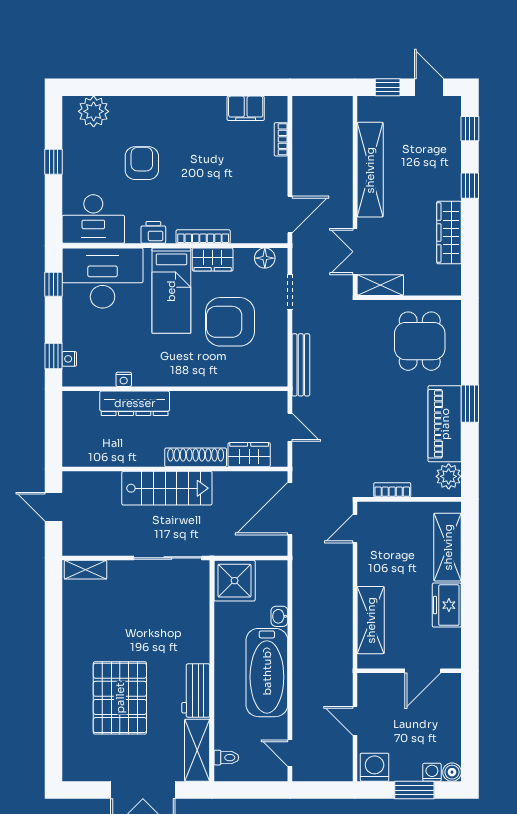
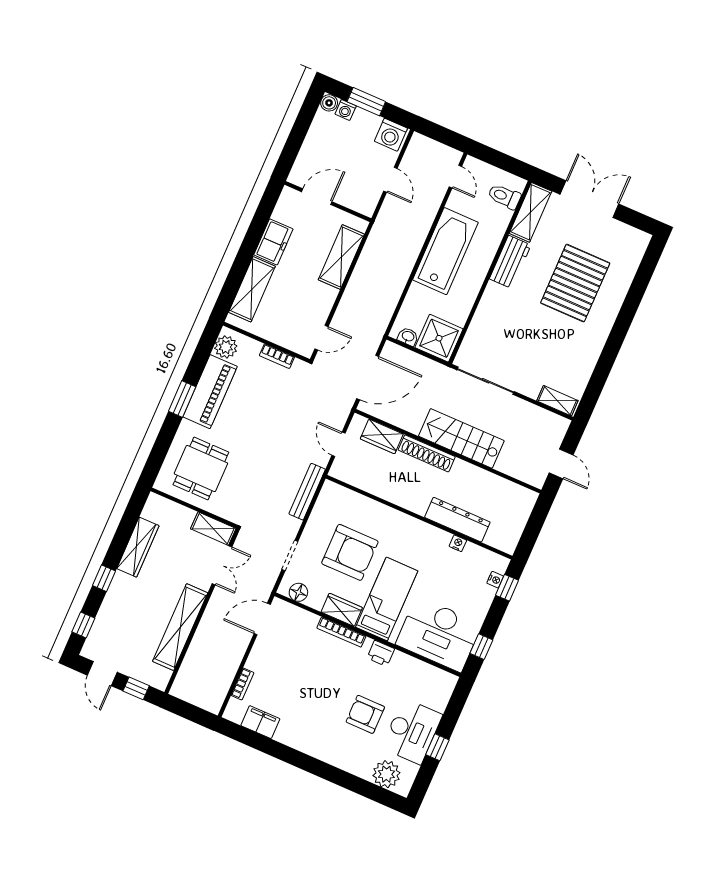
armchair: (142, 163) -> (365, 714), turned 90
desk: (93, 219) -> (412, 731), moved, turned 90
washbasin: (279, 616) -> (408, 337), moved, turned -90
toilet: (226, 758) -> (504, 196), width x1.37, depth x1.39

